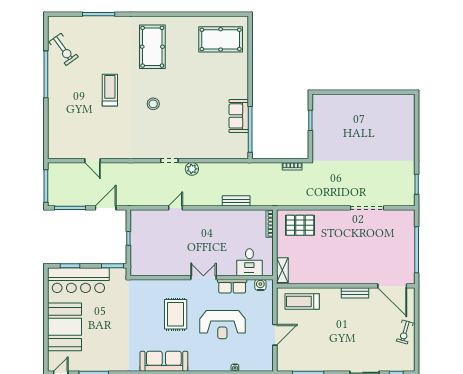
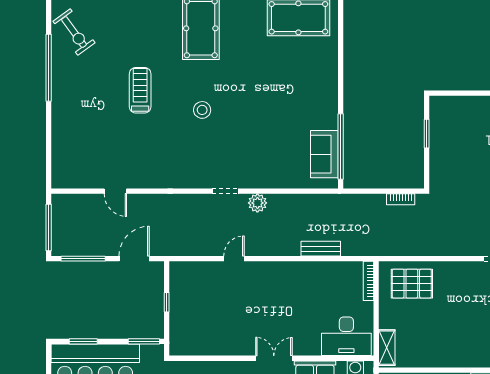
sofa: (239, 116) -> (324, 154), moved
desk: (249, 262) -> (346, 336), width x1.37

